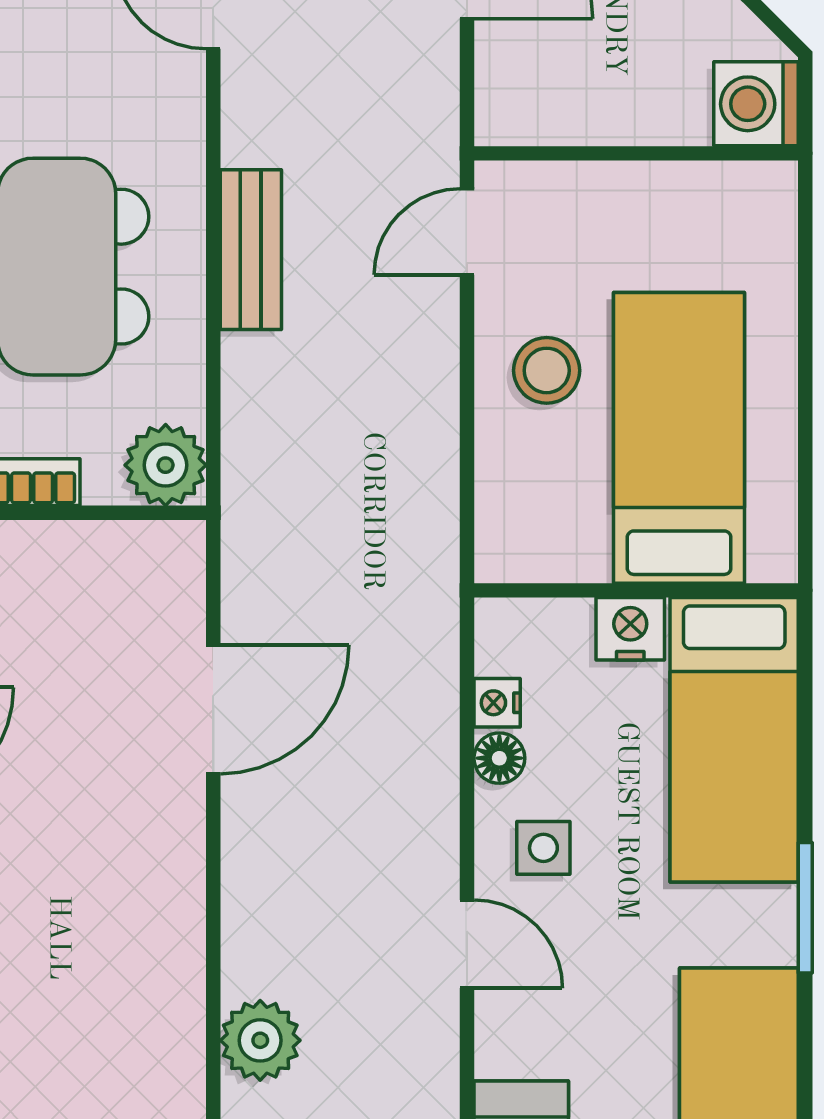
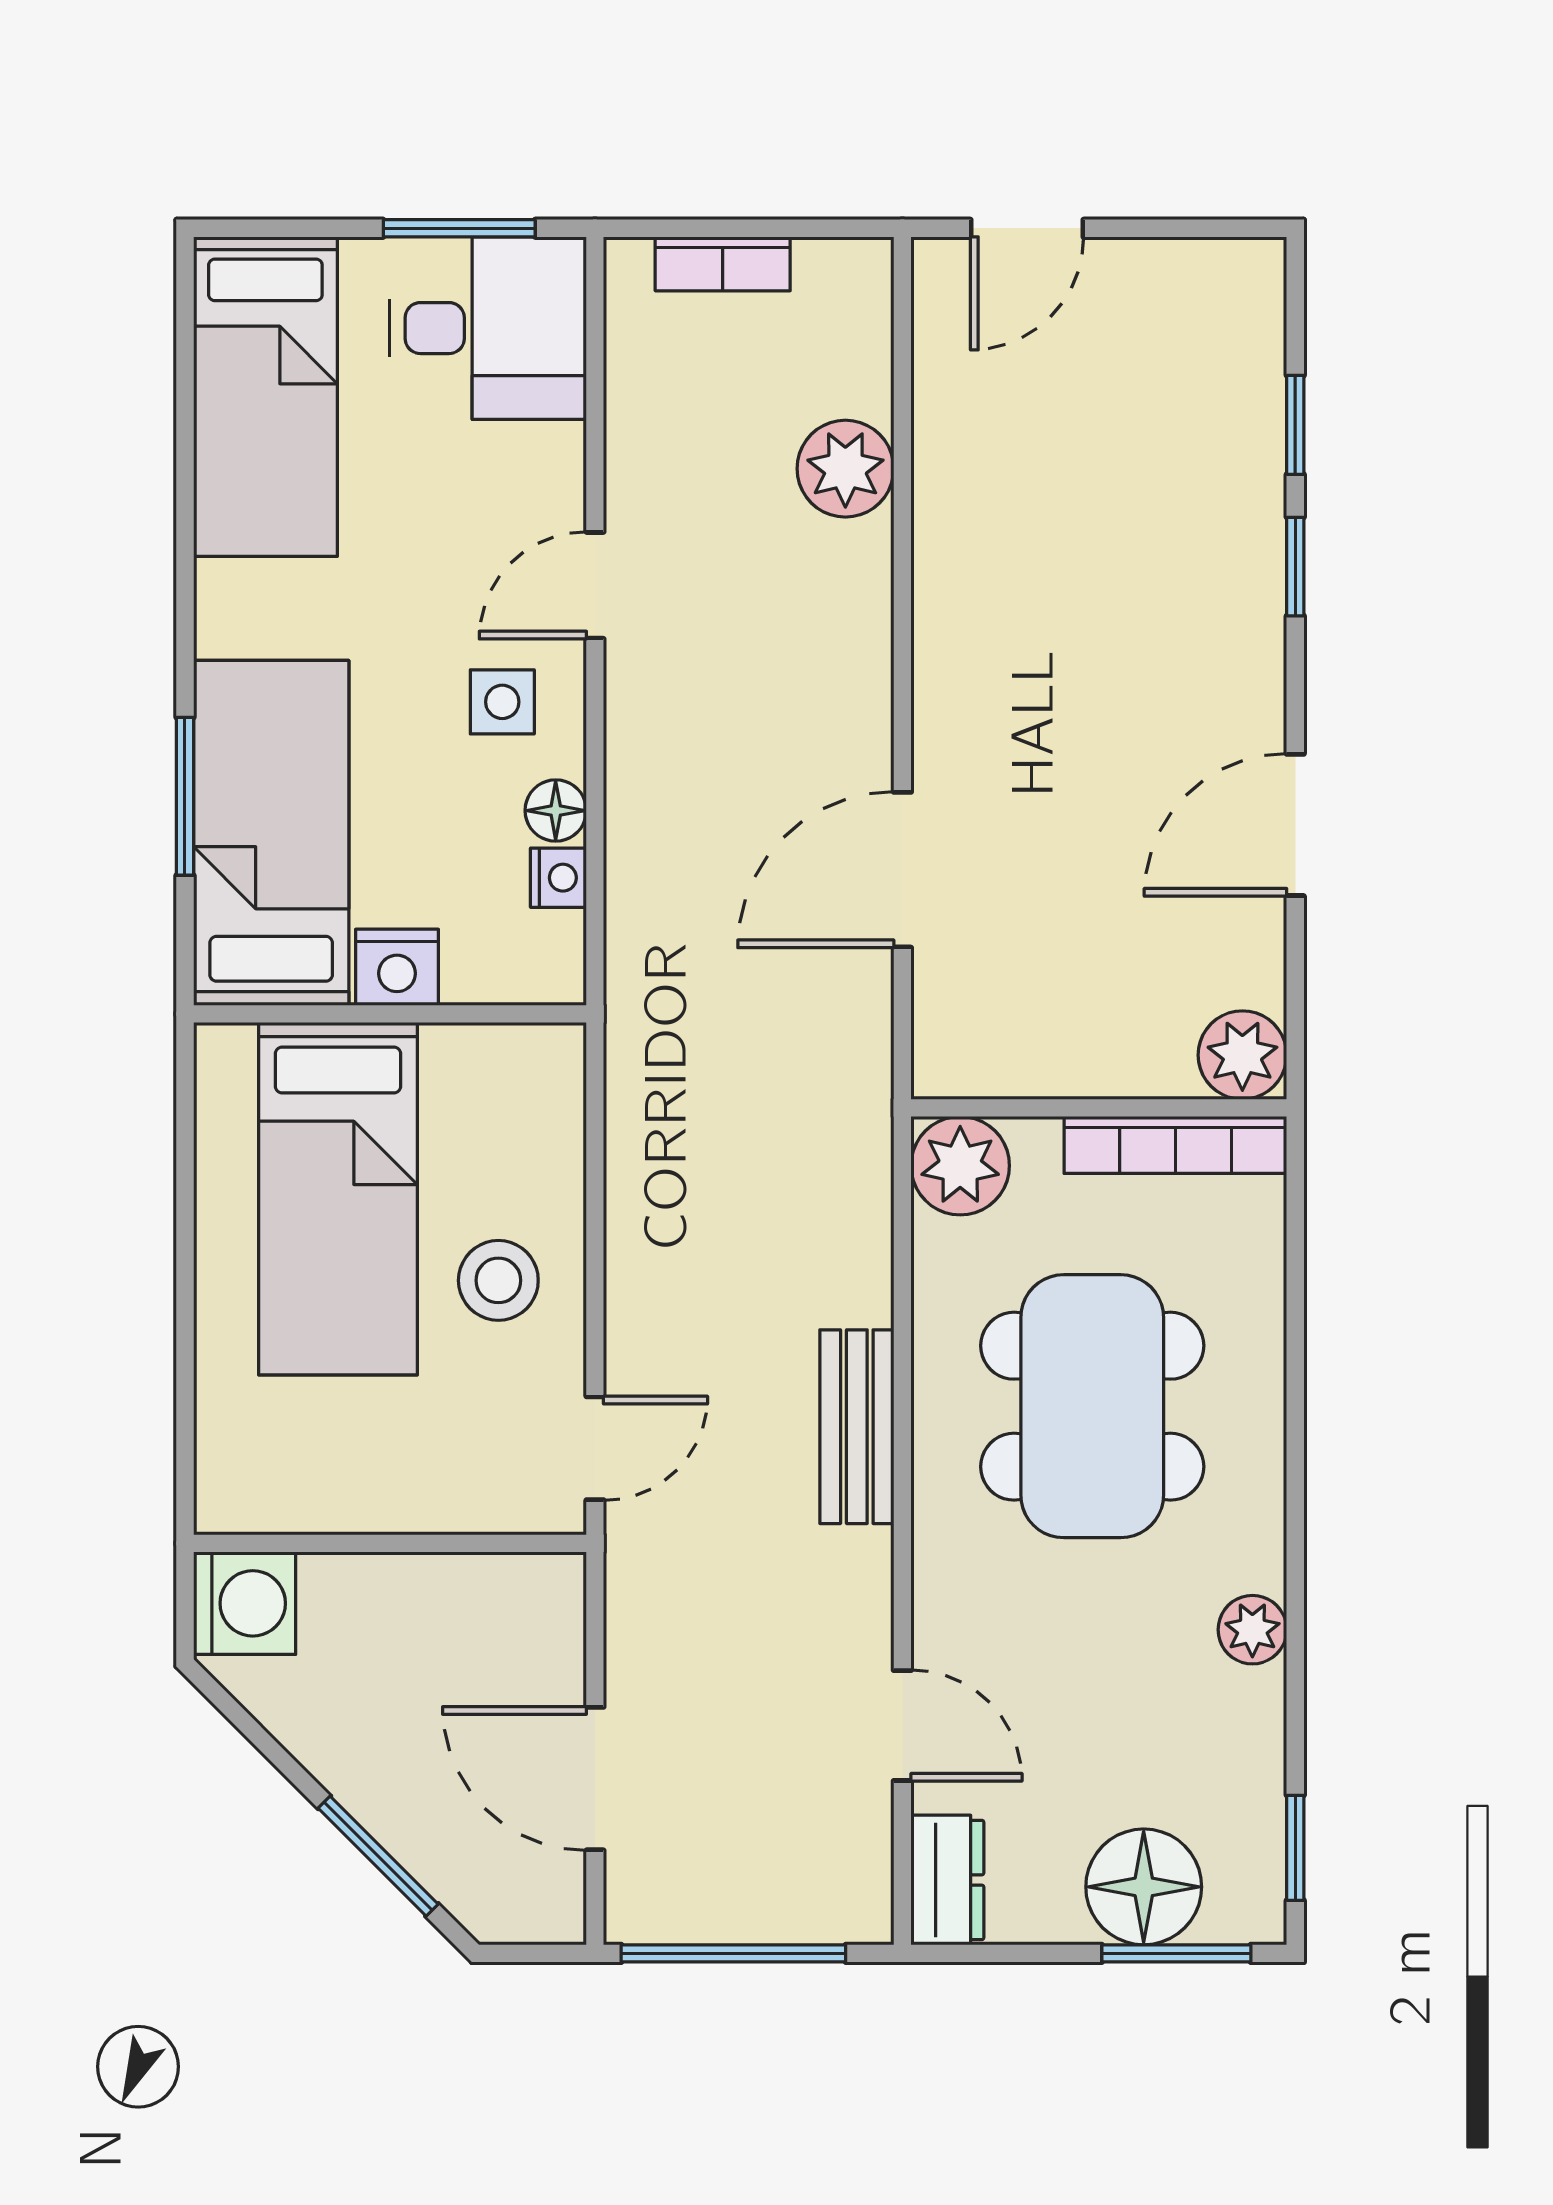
window: (805, 908) -> (185, 796), moved
door: (467, 944) -> (595, 585), hinge flipped

